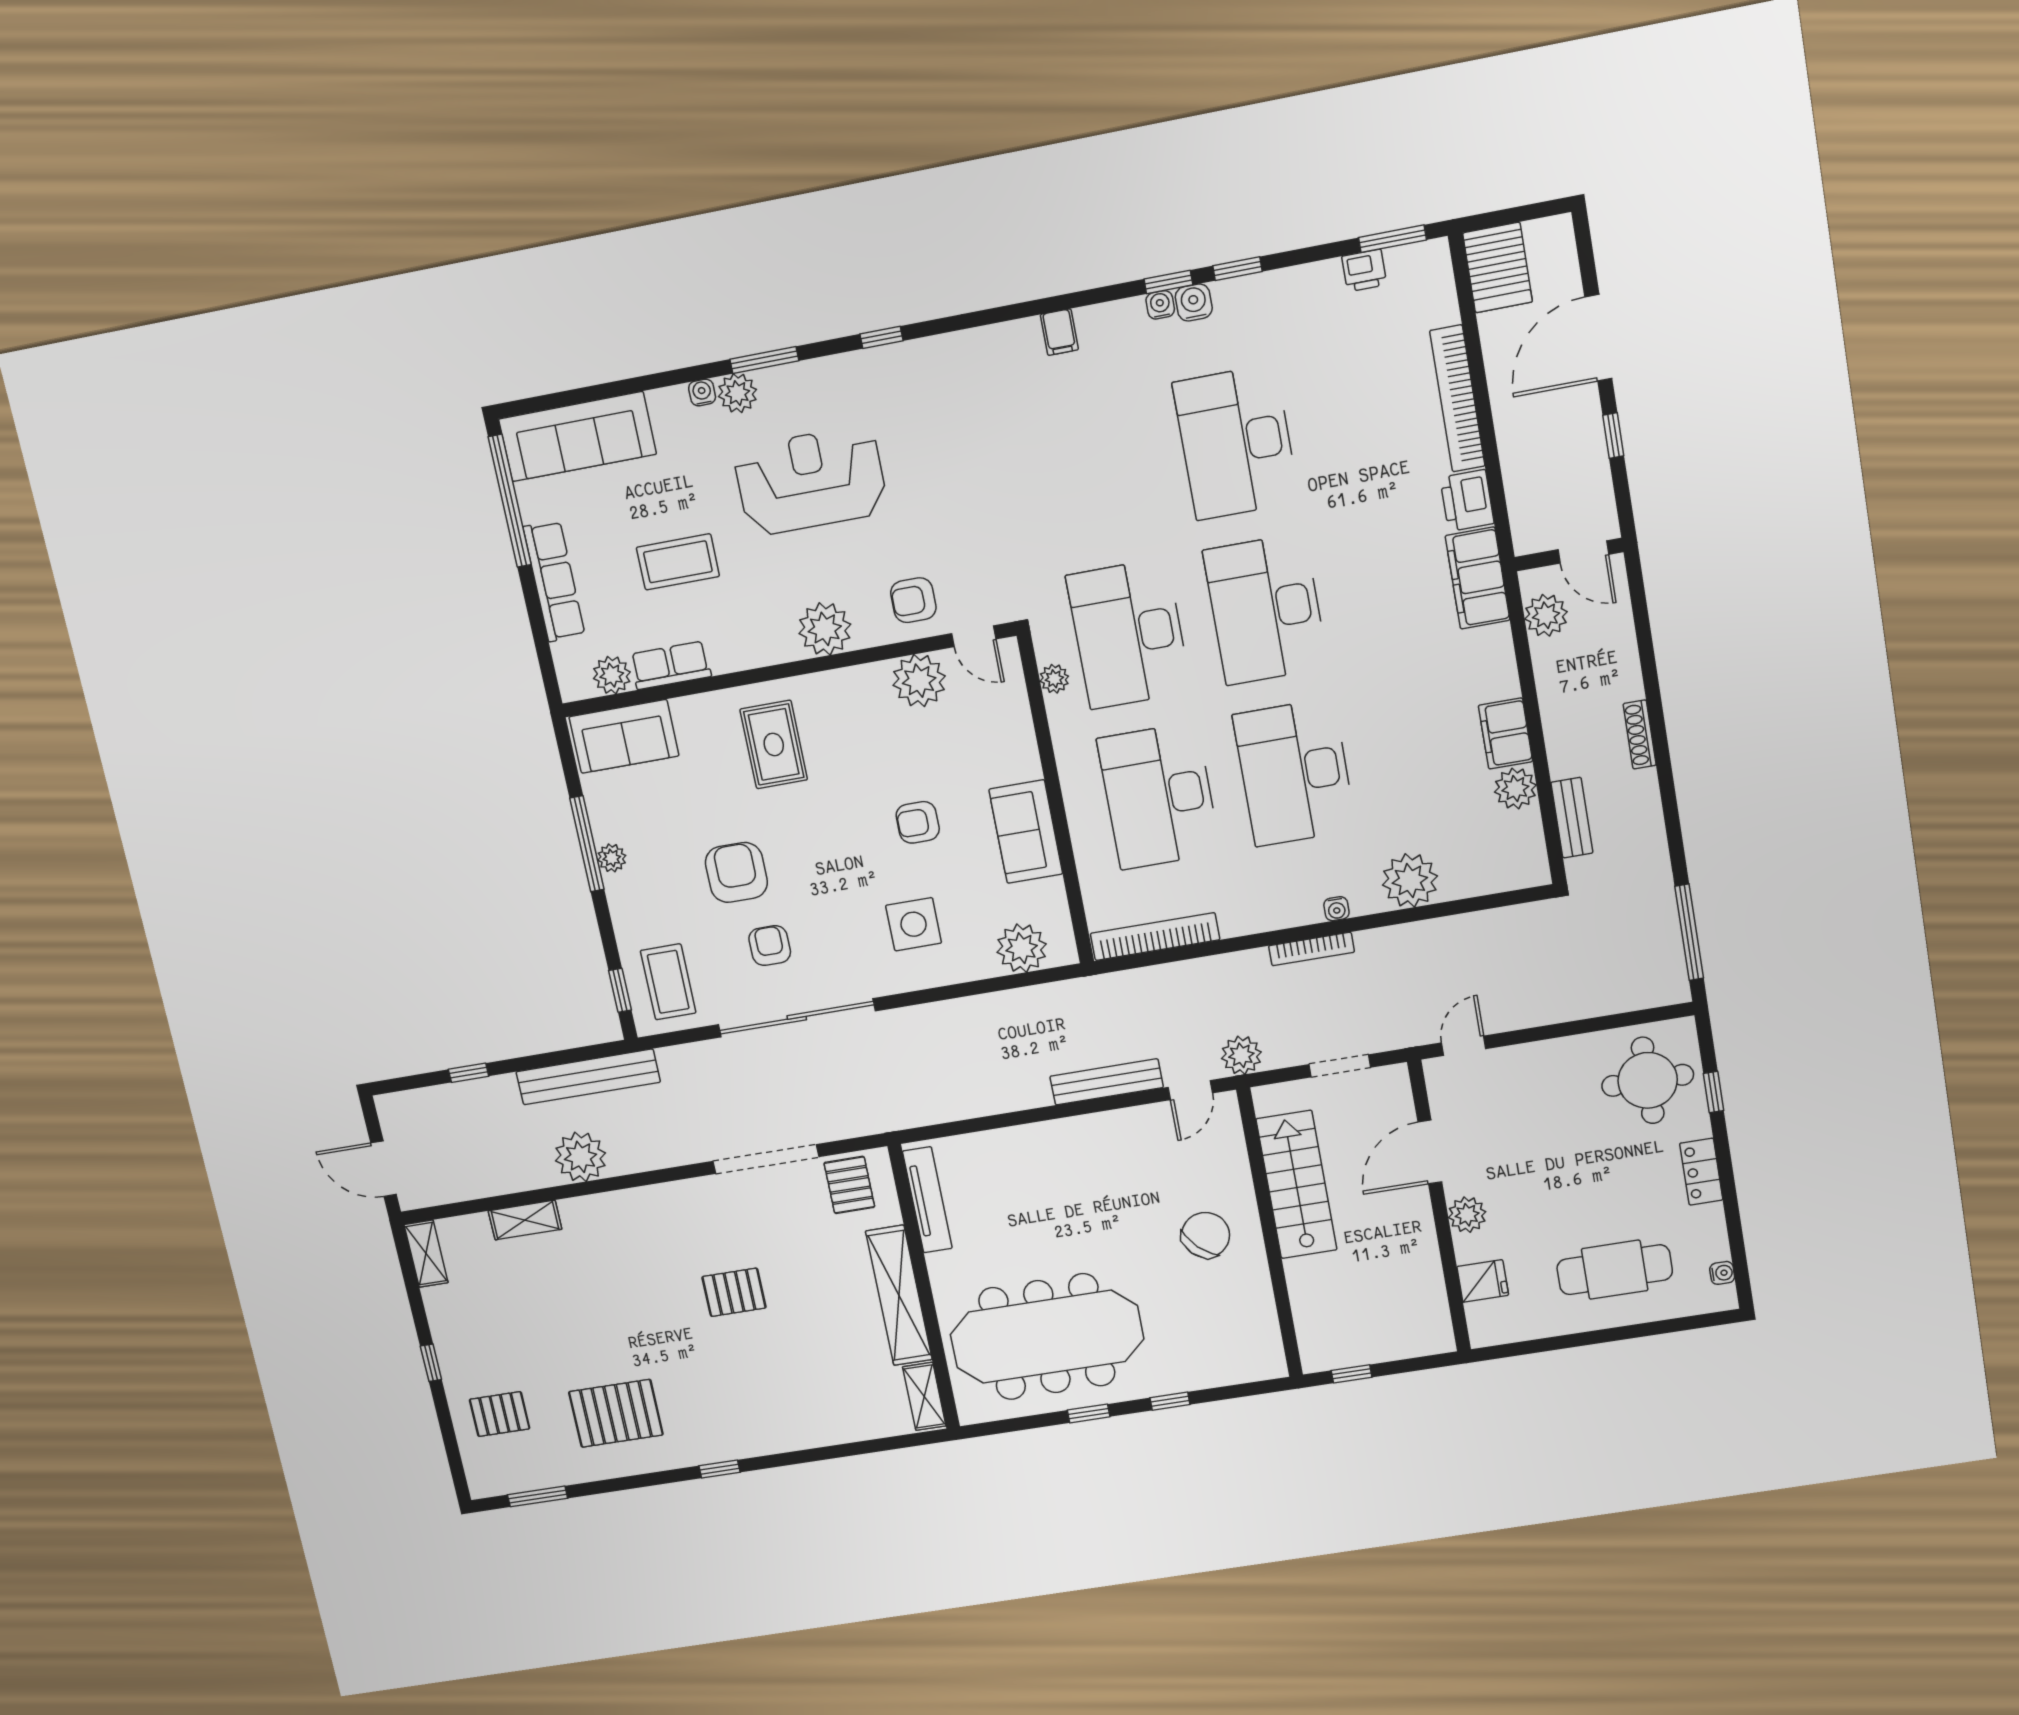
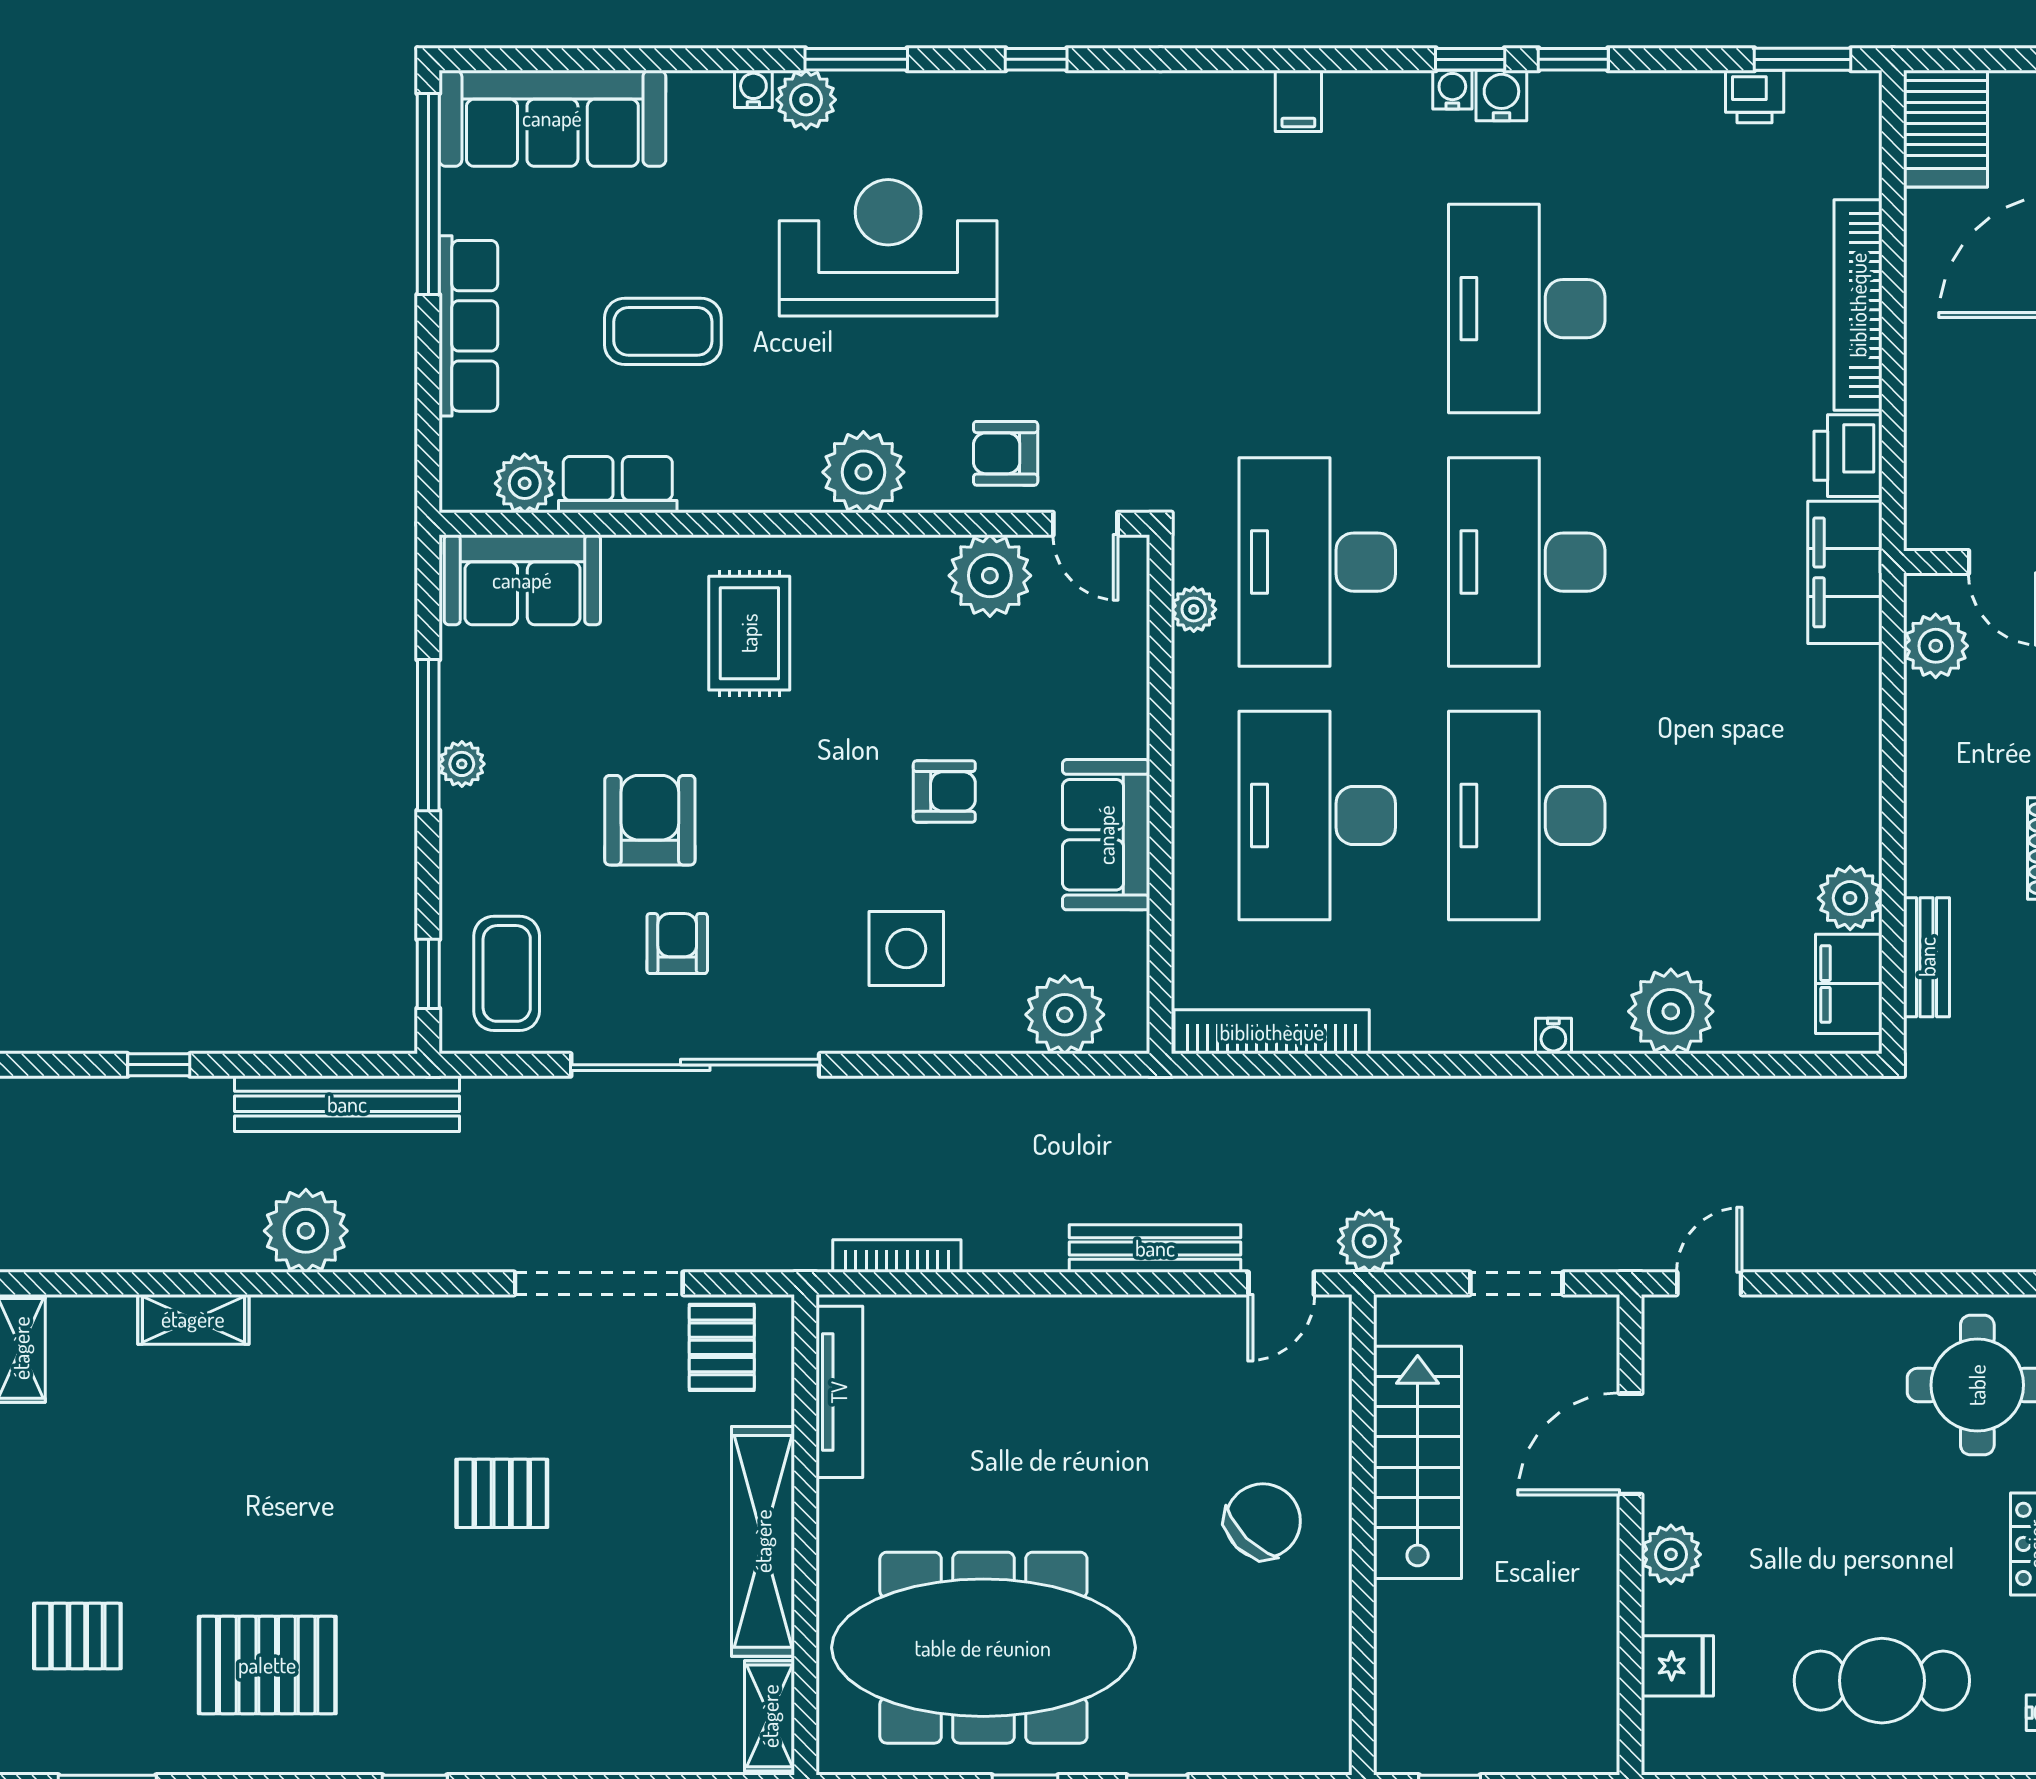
filing cabinet: (1506, 734) -> (1849, 984), moved
armchair: (918, 822) -> (944, 791), turned 180
bookcase: (1311, 949) -> (897, 1256), moved, turned 180

